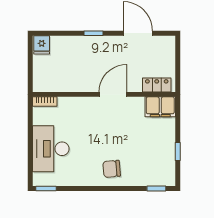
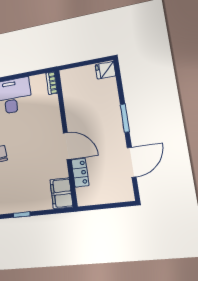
window: (94, 33) -> (125, 118), width x1.50
locker: (157, 85) -> (80, 173), moved

